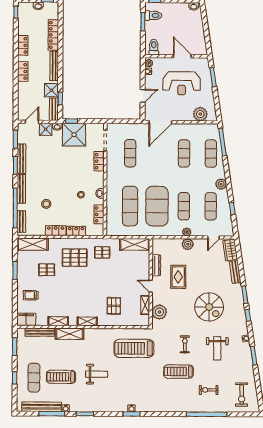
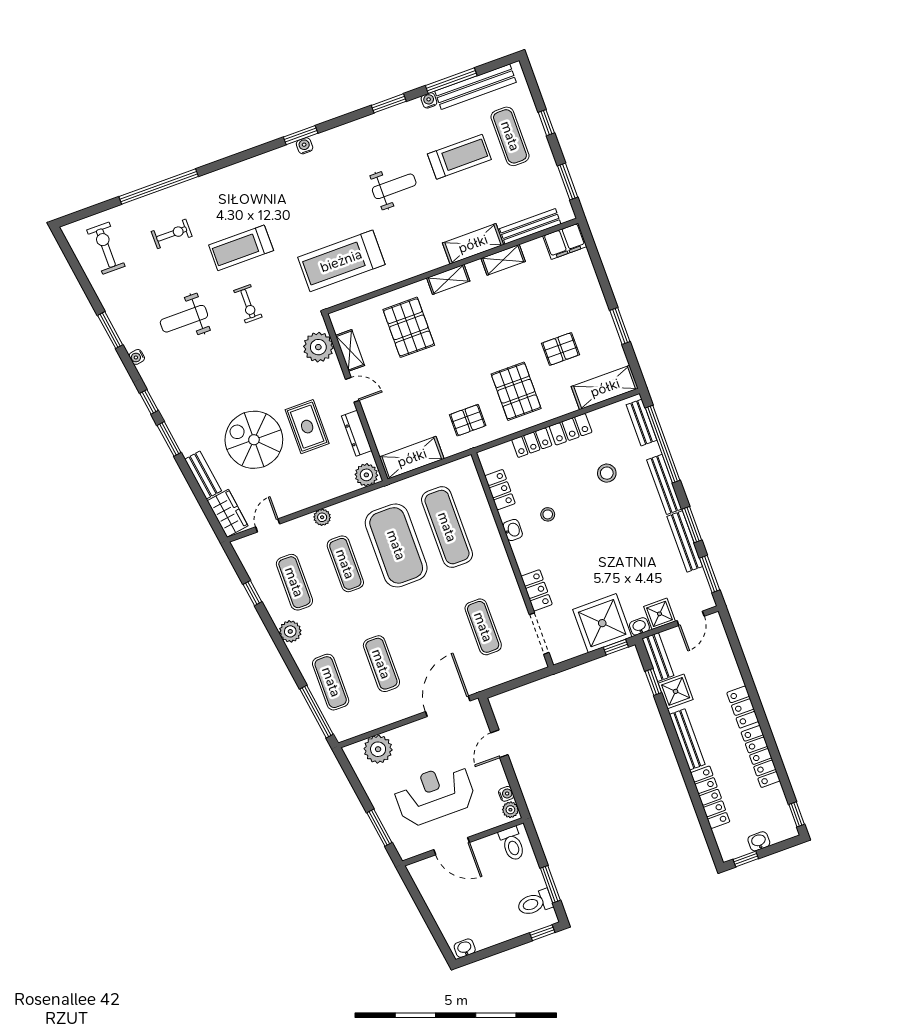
locker: (23, 45) -> (761, 756), width x1.53
plant: (188, 244) -> (366, 475), moved
pallet: (75, 258) -> (516, 391), turned 90
trolley: (31, 295) -> (573, 290), removed
pallet: (114, 306) -> (409, 327), width x1.50, depth x1.42
spiral stairs: (209, 307) -> (254, 440), moved
treadmill: (134, 348) -> (341, 261), turned 180
weight bench: (217, 348) -> (184, 319), turned -90
treadmill: (179, 372) -> (241, 248), turned 180
weight bench: (97, 374) -> (394, 186), turned 180

